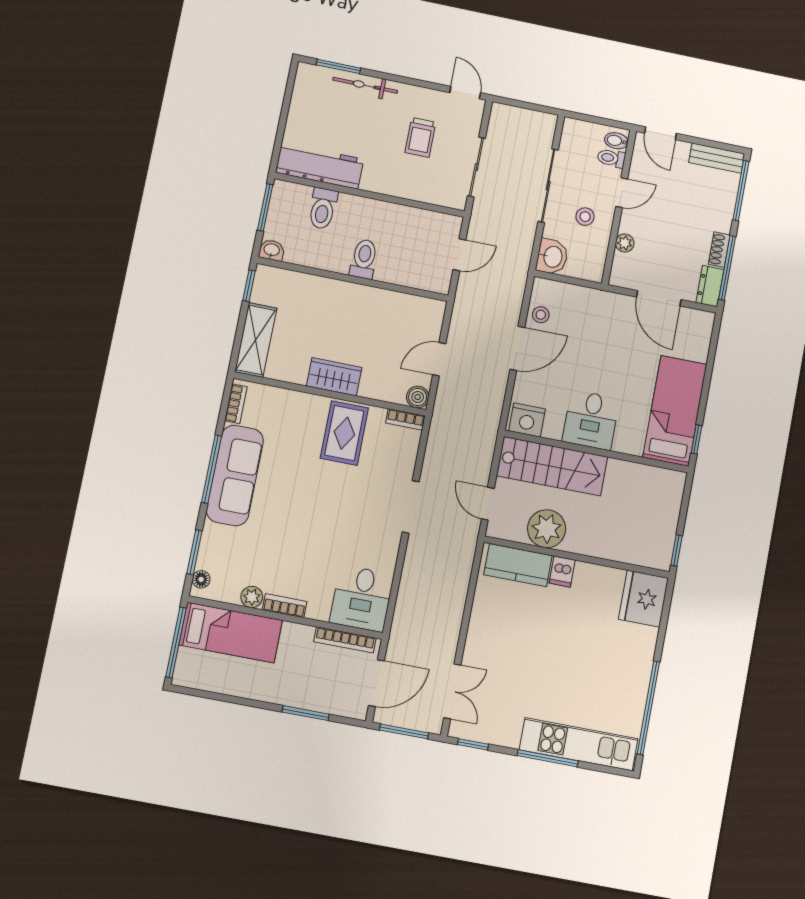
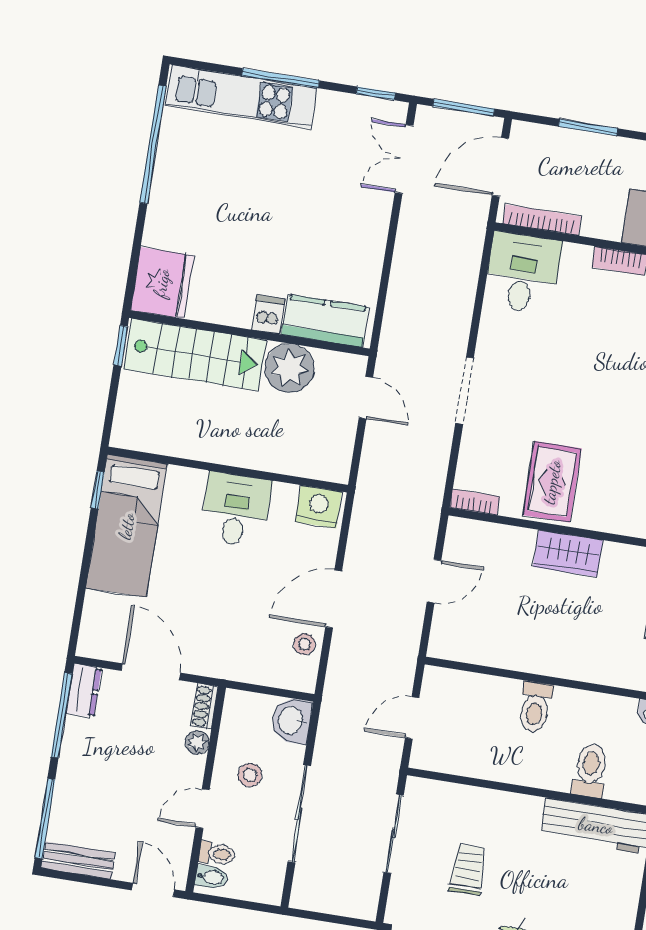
shoe rack: (719, 250) -> (204, 706), moved, turned 180
boiler: (418, 397) -> (460, 531), removed
stairs: (552, 466) -> (195, 355), moved, turned 180

